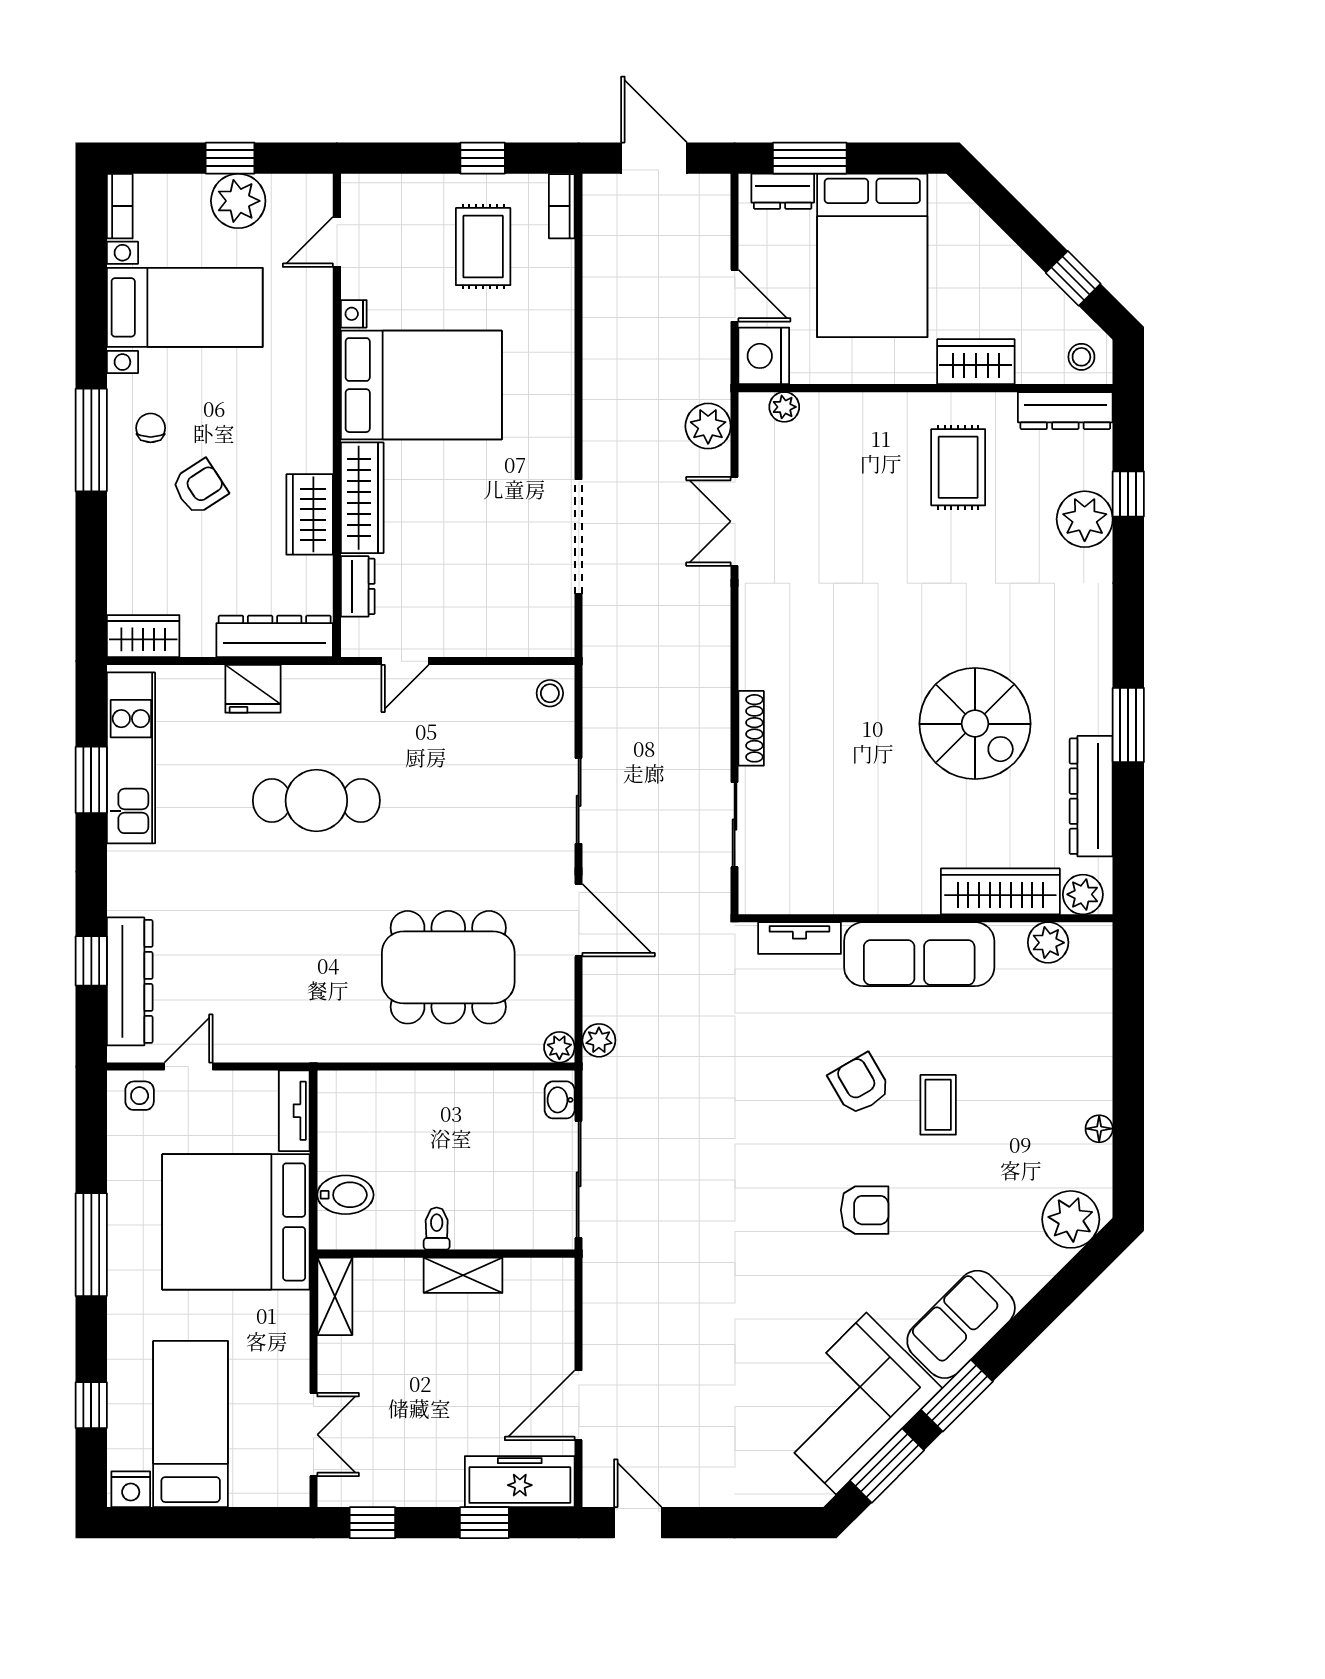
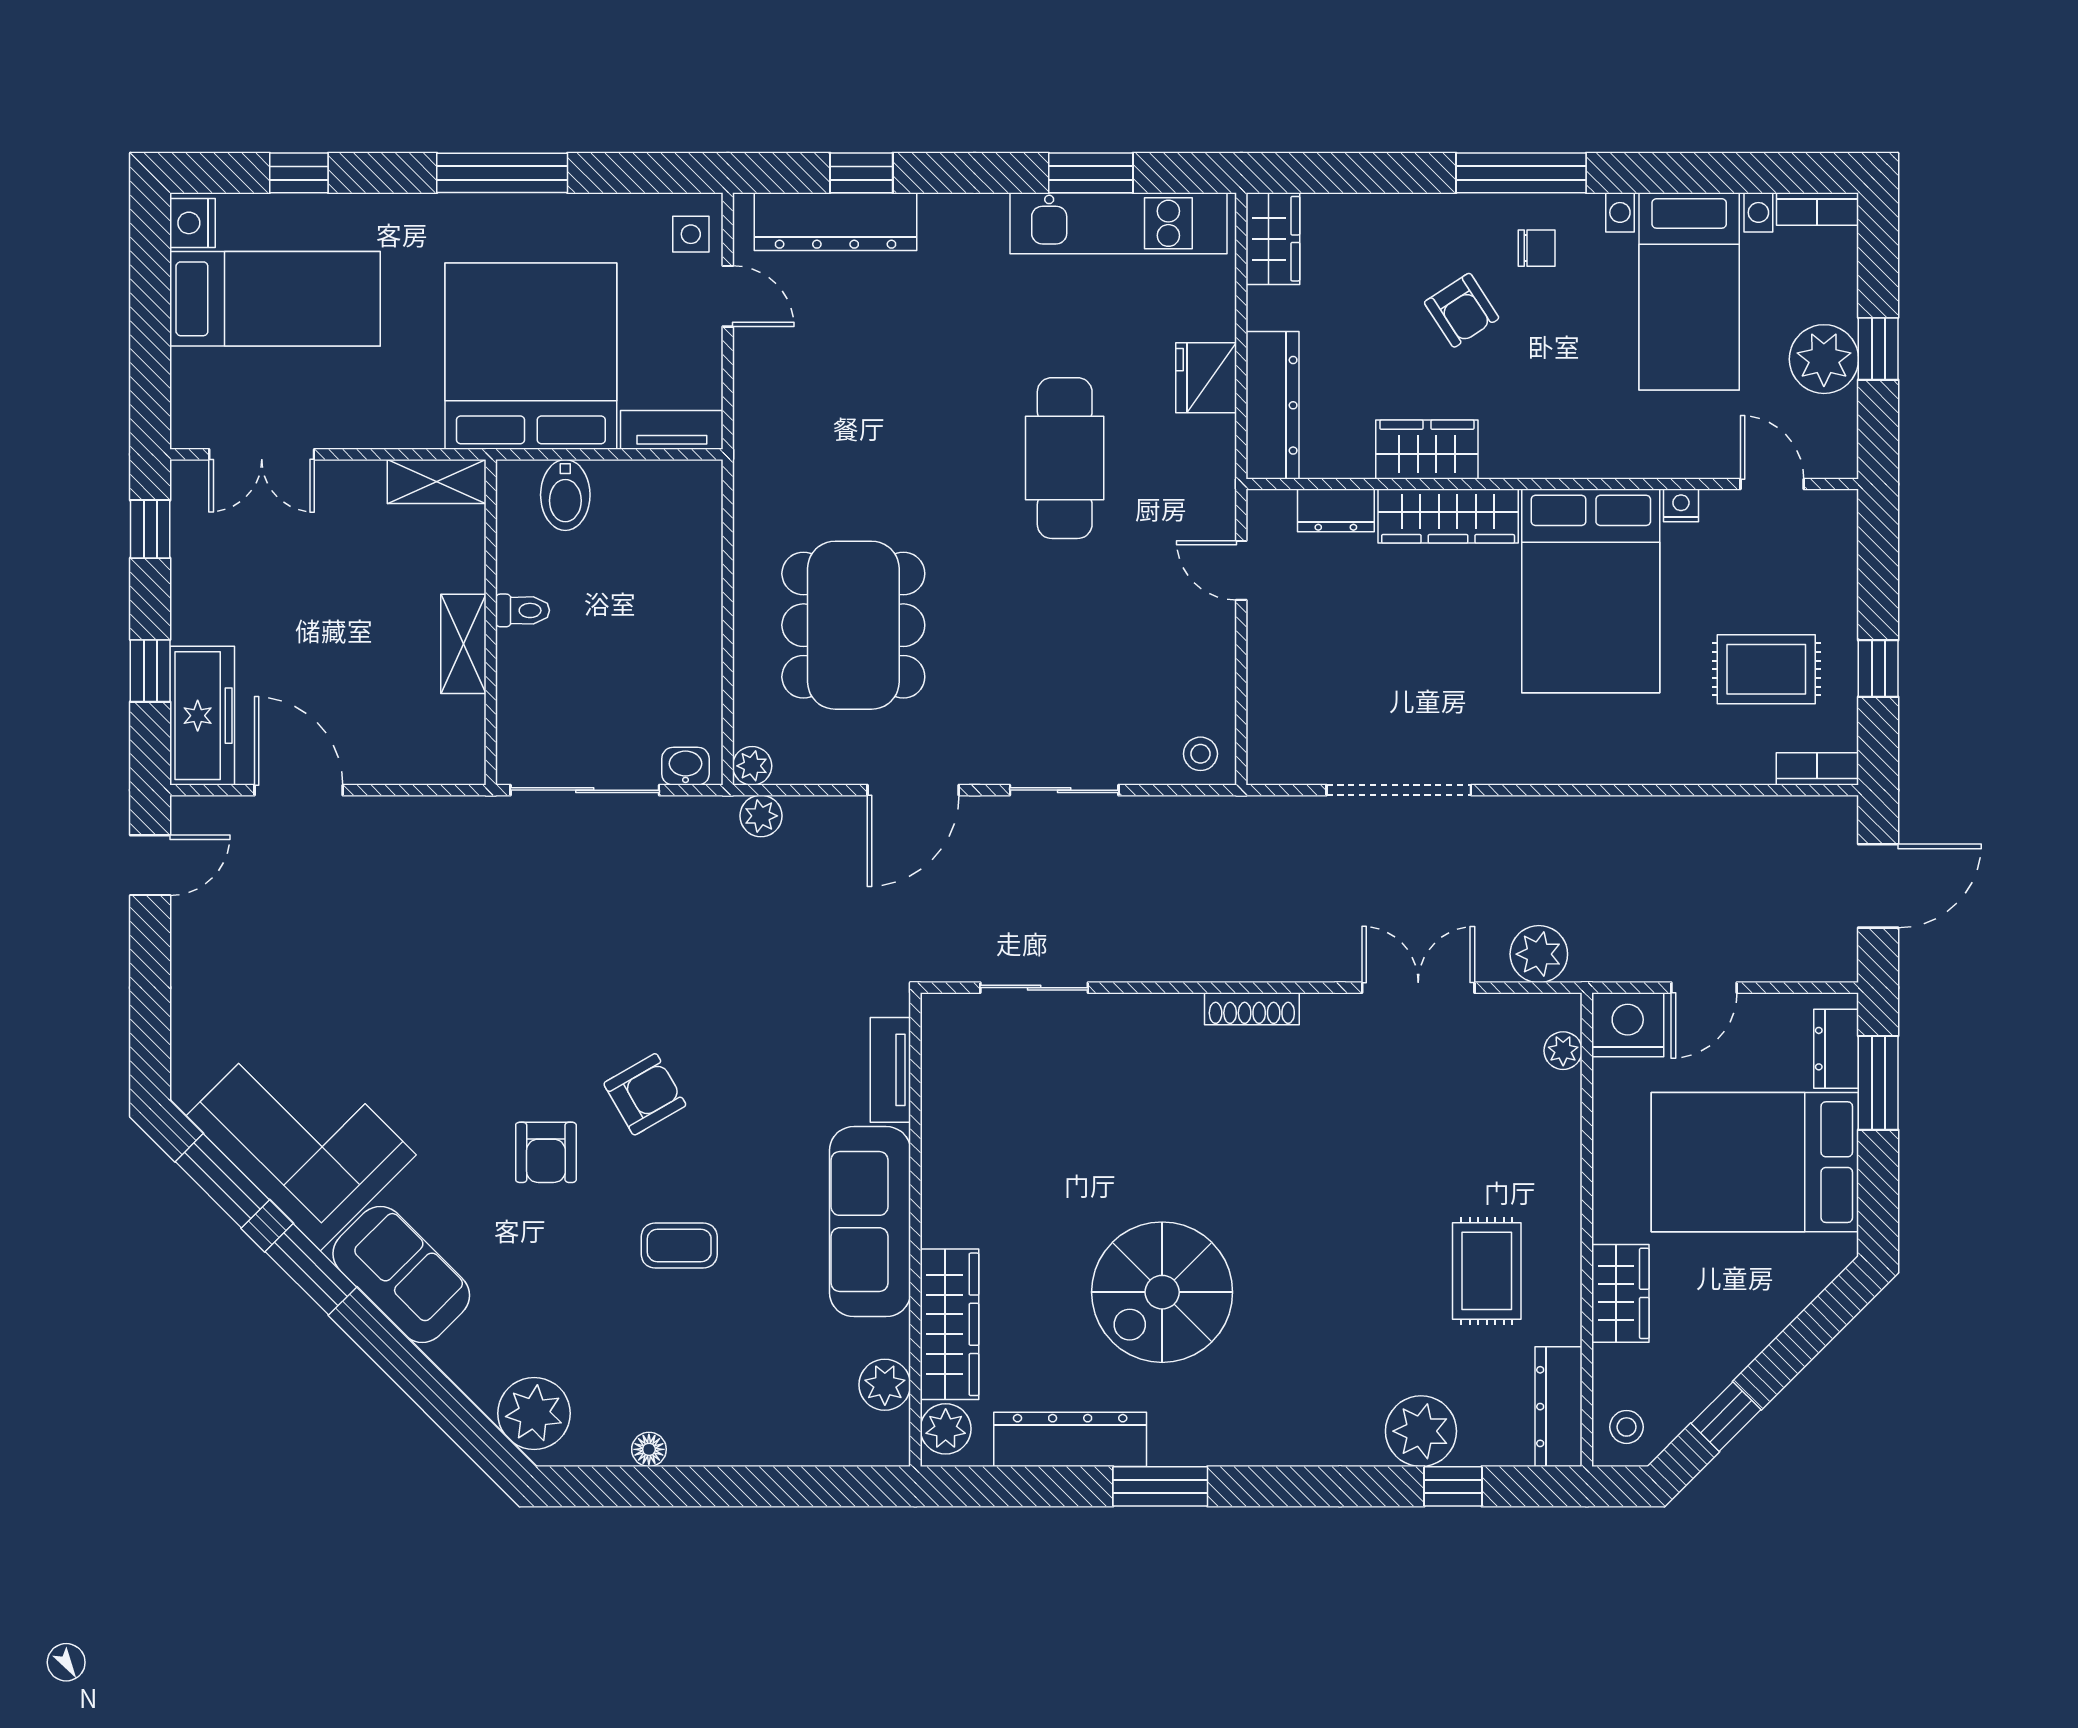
rug: (958, 467) -> (1487, 1271), turned 90
shoe rack: (751, 728) -> (1252, 1009), moved
armchair: (860, 1084) -> (645, 1094), moved

